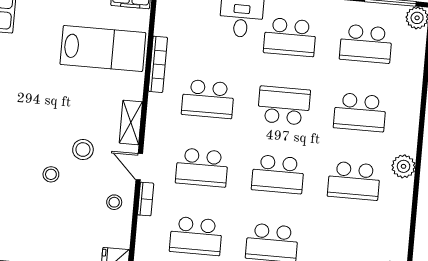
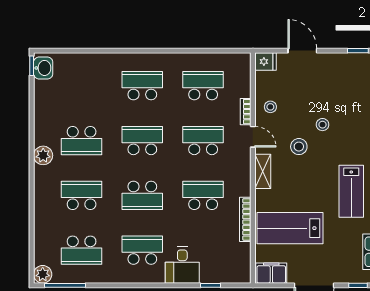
school desk: (366, 44) -> (82, 250), turned 180
lab bench: (22, 88) -> (351, 191), added
school desk: (354, 181) -> (82, 141), turned 180

